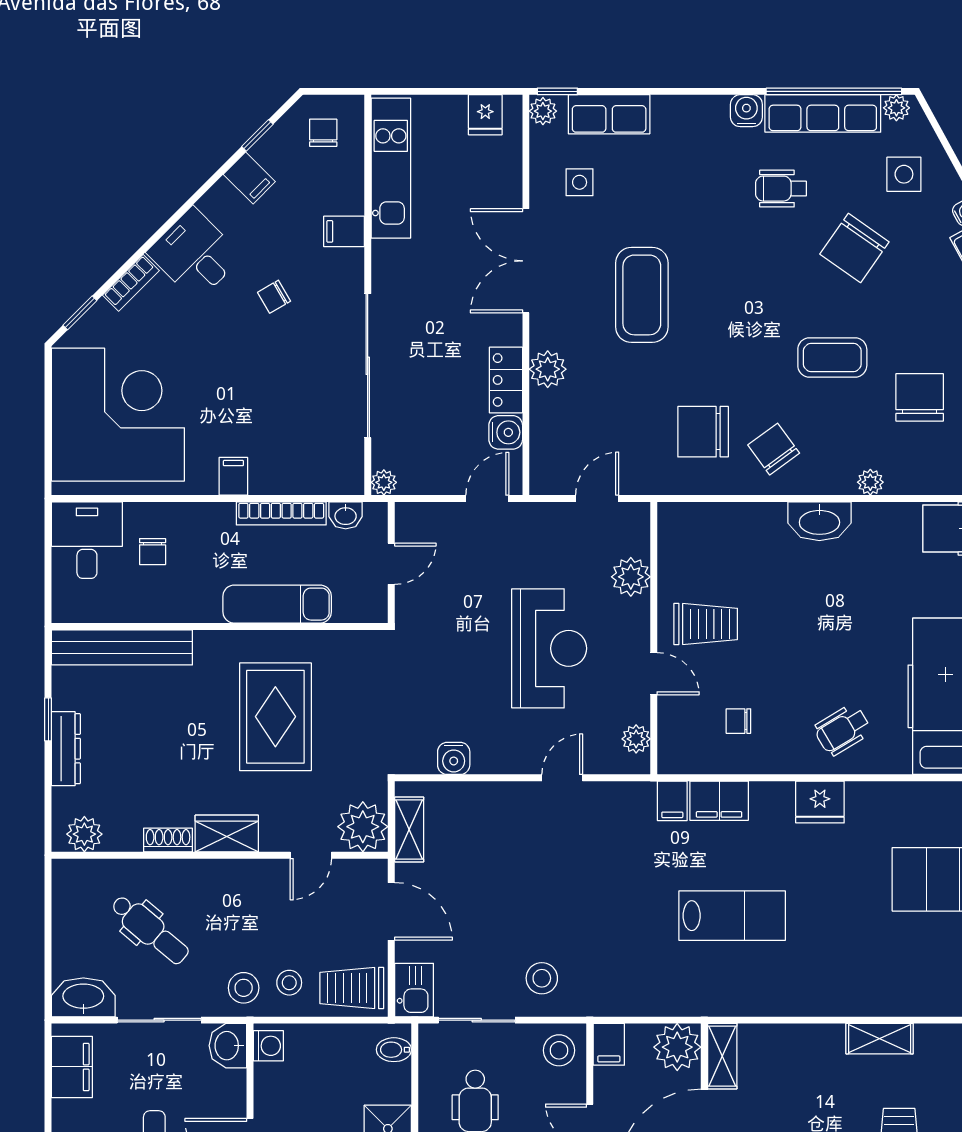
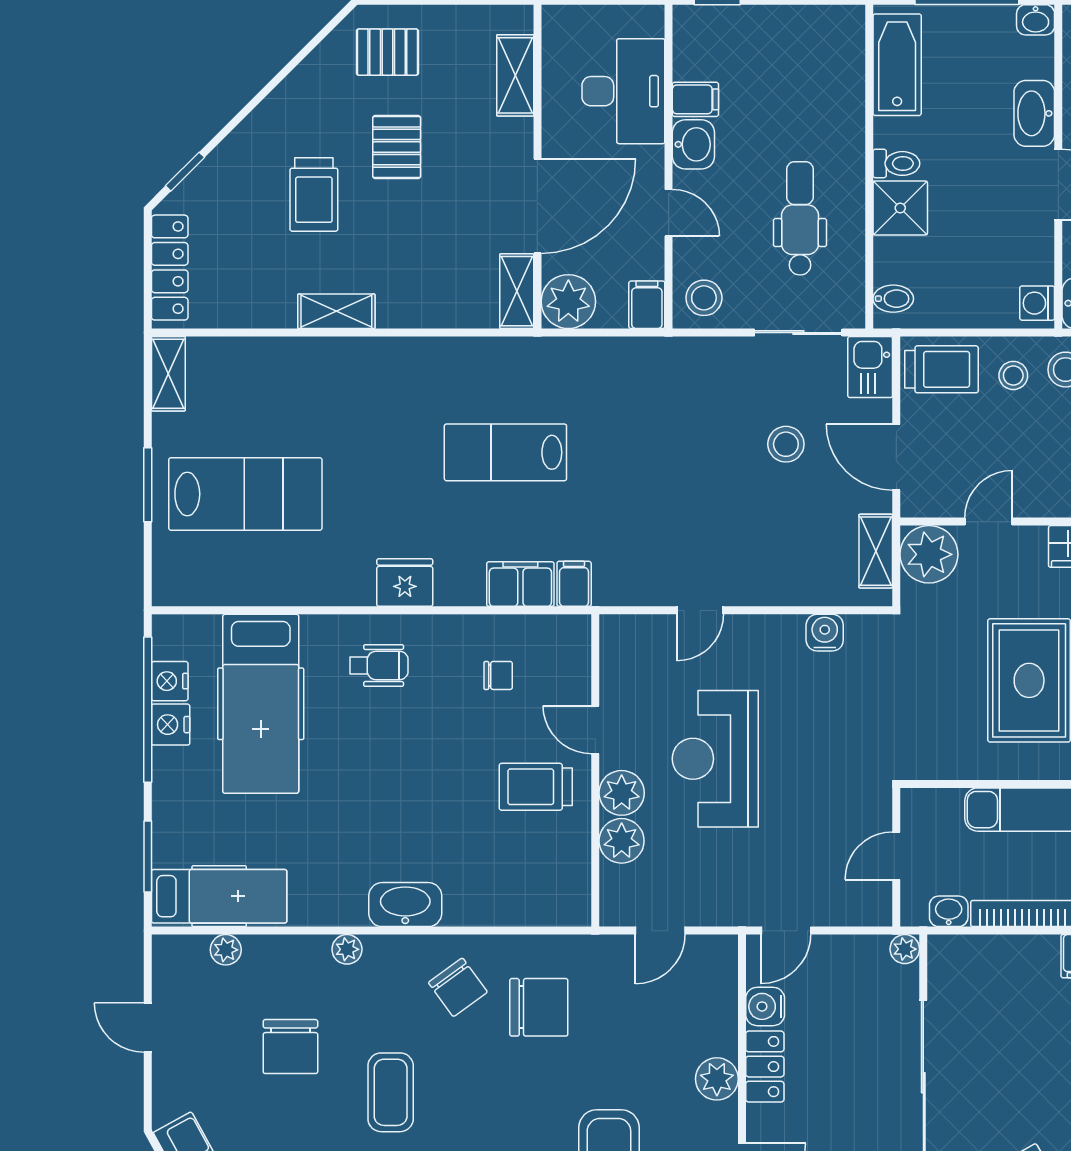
coffee table: (832, 357) -> (391, 1092), turned 90
wheelchair: (842, 730) -> (379, 665), turned 31
plant: (636, 739) -> (622, 793), moved, width x1.38, depth x1.38
stool: (542, 978) -> (786, 444), moved

